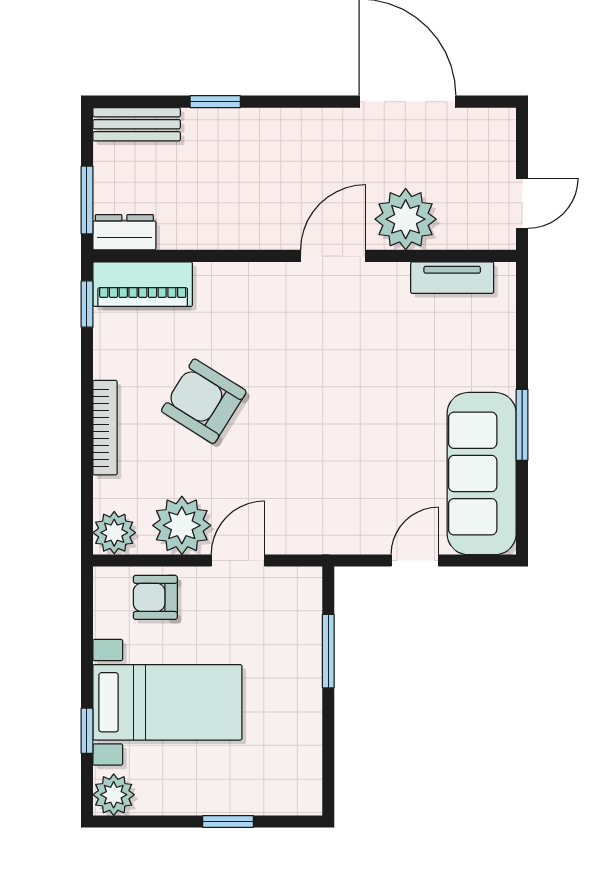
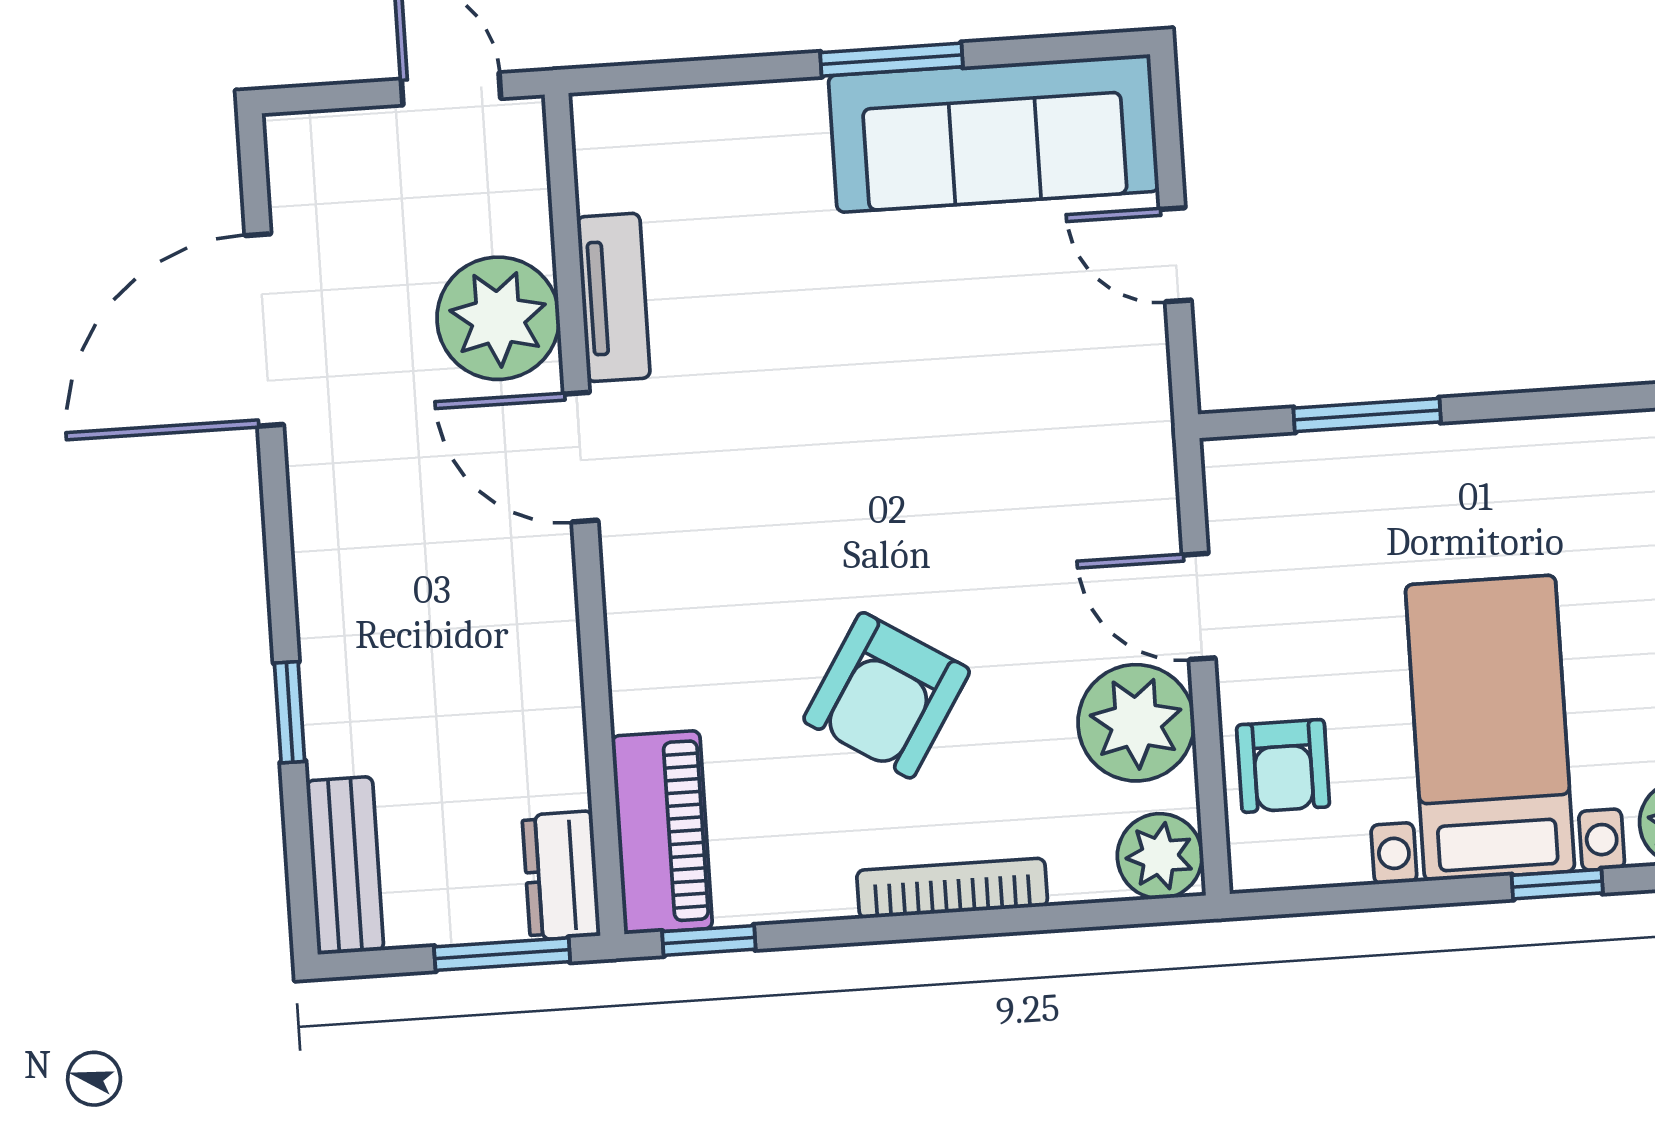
tv unit: (452, 278) -> (614, 297), moved

